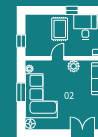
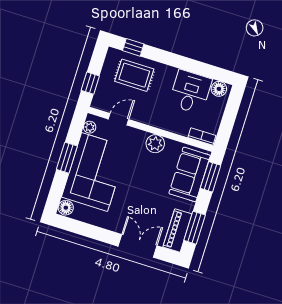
window: (72, 10) -> (133, 47), moved
rug: (60, 29) -> (134, 75), moved, turned 90
door: (58, 58) -> (119, 119), moved

